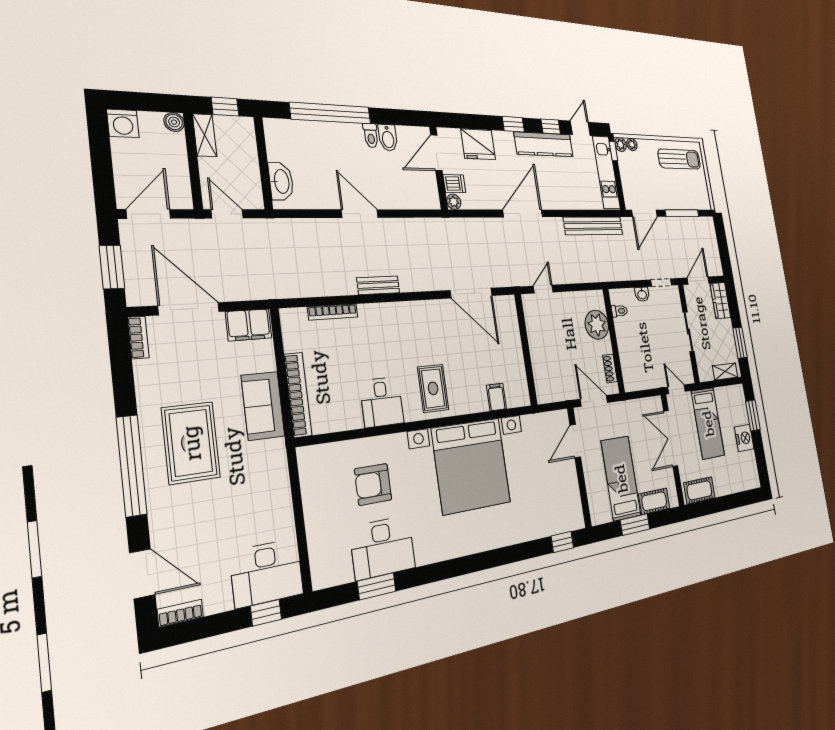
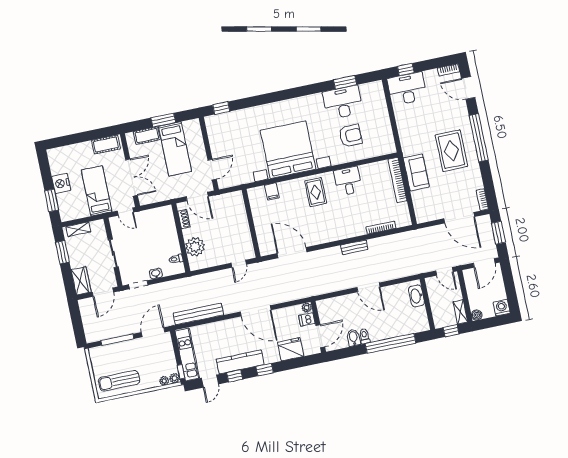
door: (523, 213) -> (256, 311), hinge flipped
filing cabinet: (249, 325) -> (428, 214), removed

